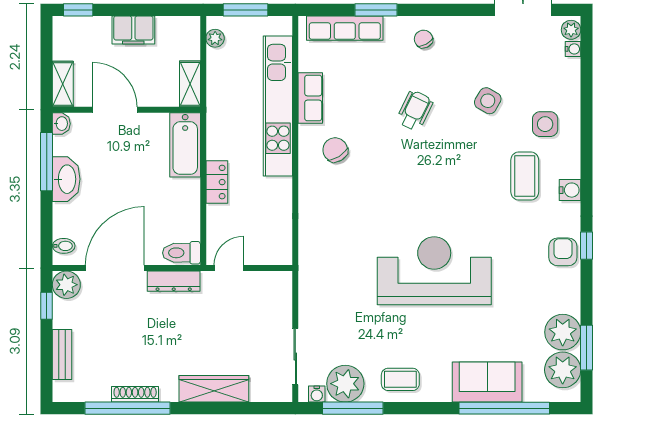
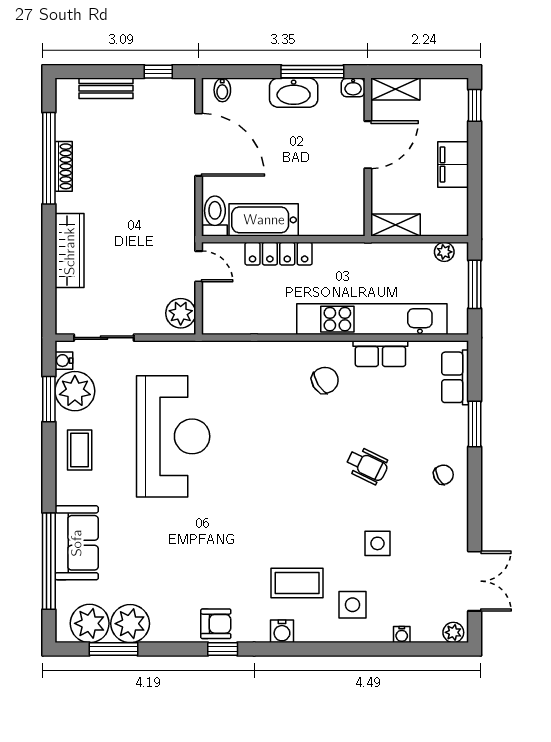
row of seats: (345, 28) -> (455, 377), width x0.68
water cooler: (573, 49) -> (402, 635), moved
side table: (488, 101) -> (377, 543), turned -30
bathtub: (185, 145) -> (264, 220), moved
locker: (217, 182) -> (279, 254), width x1.53
reception desk: (434, 271) -> (173, 436), moved
dresser: (174, 281) -> (185, 208), removed
plant: (66, 285) -> (181, 313), moved
window: (353, 408) -> (49, 399), width x0.69

